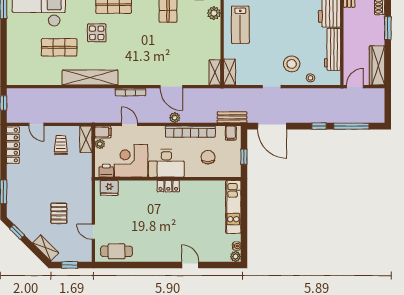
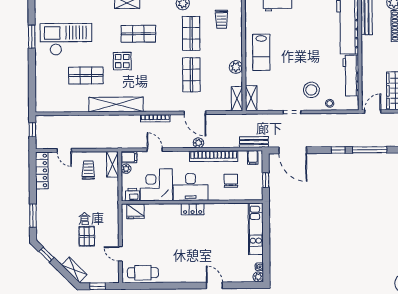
plant: (214, 13) -> (236, 67), moved
shop shelf: (168, 47) -> (191, 75), added

